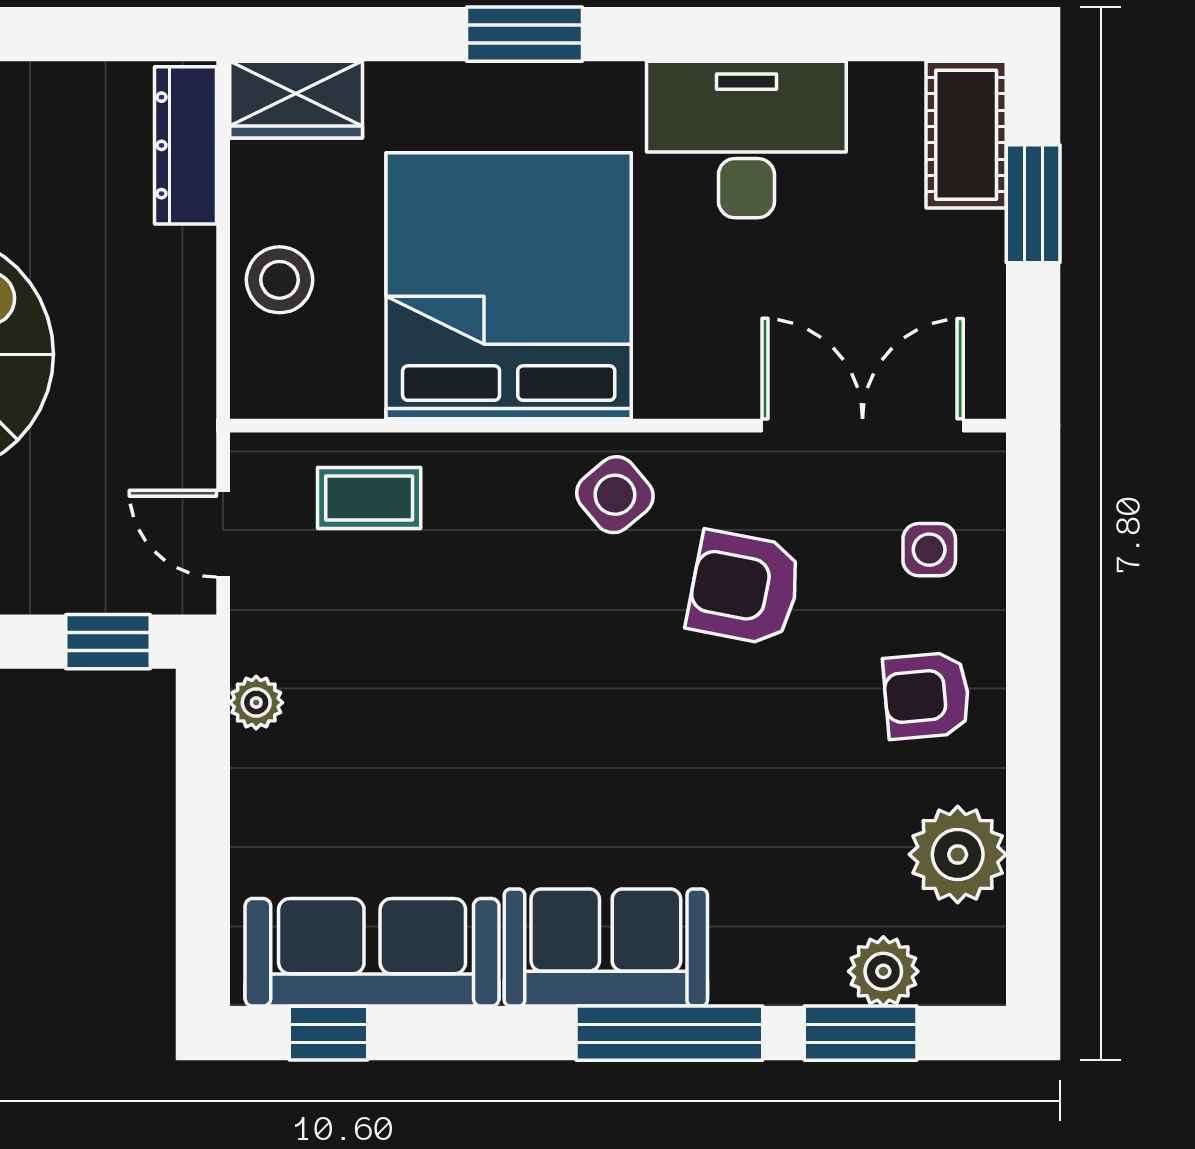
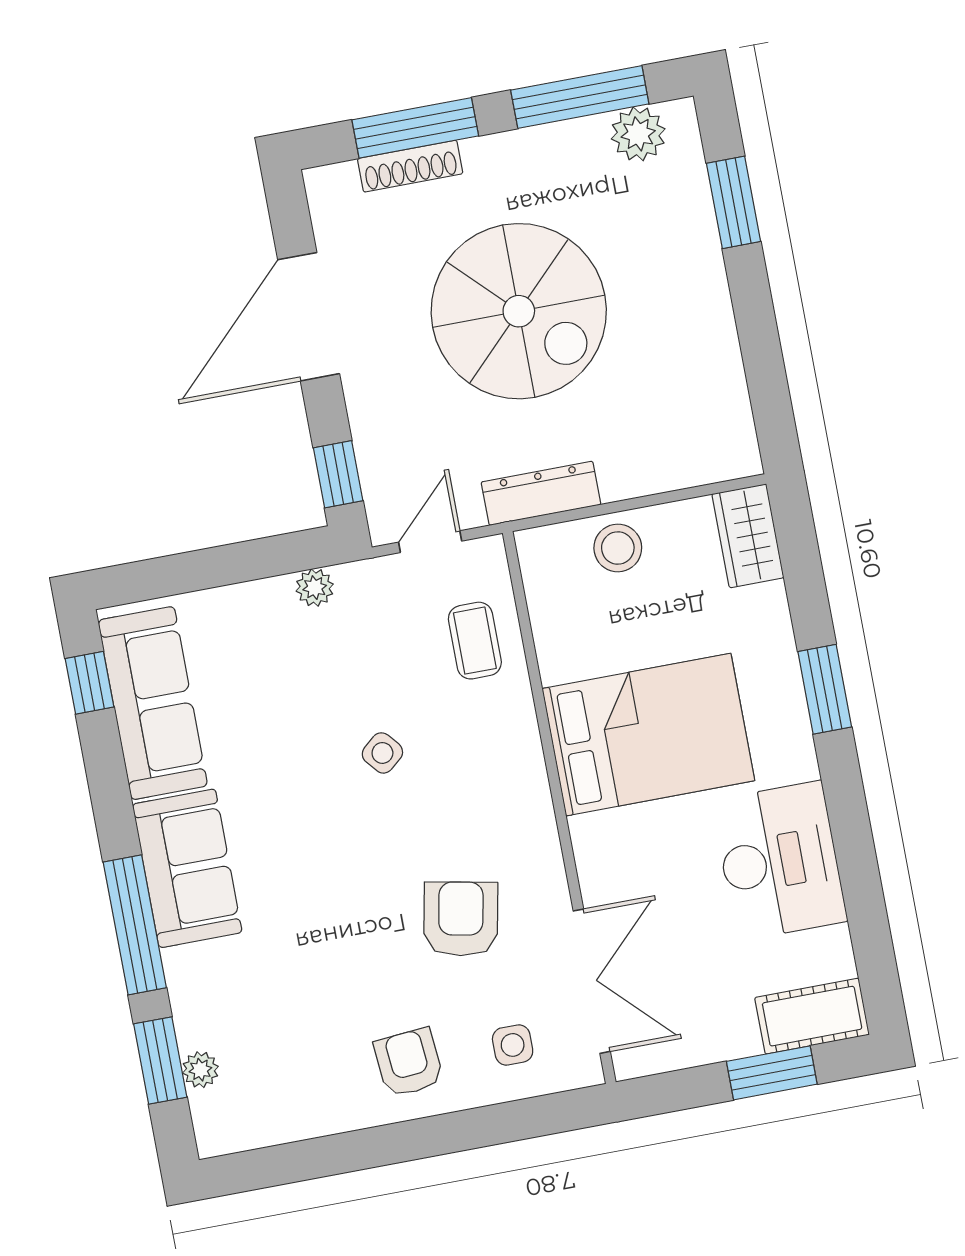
dresser: (186, 145) -> (541, 493), moved
bed: (509, 286) -> (648, 735), width x0.73
side table: (615, 495) -> (382, 753), moved, width x0.73, depth x0.73
plant: (958, 854) -> (300, 1106), removed
plant: (883, 971) -> (200, 1070), width x0.73, depth x0.73

